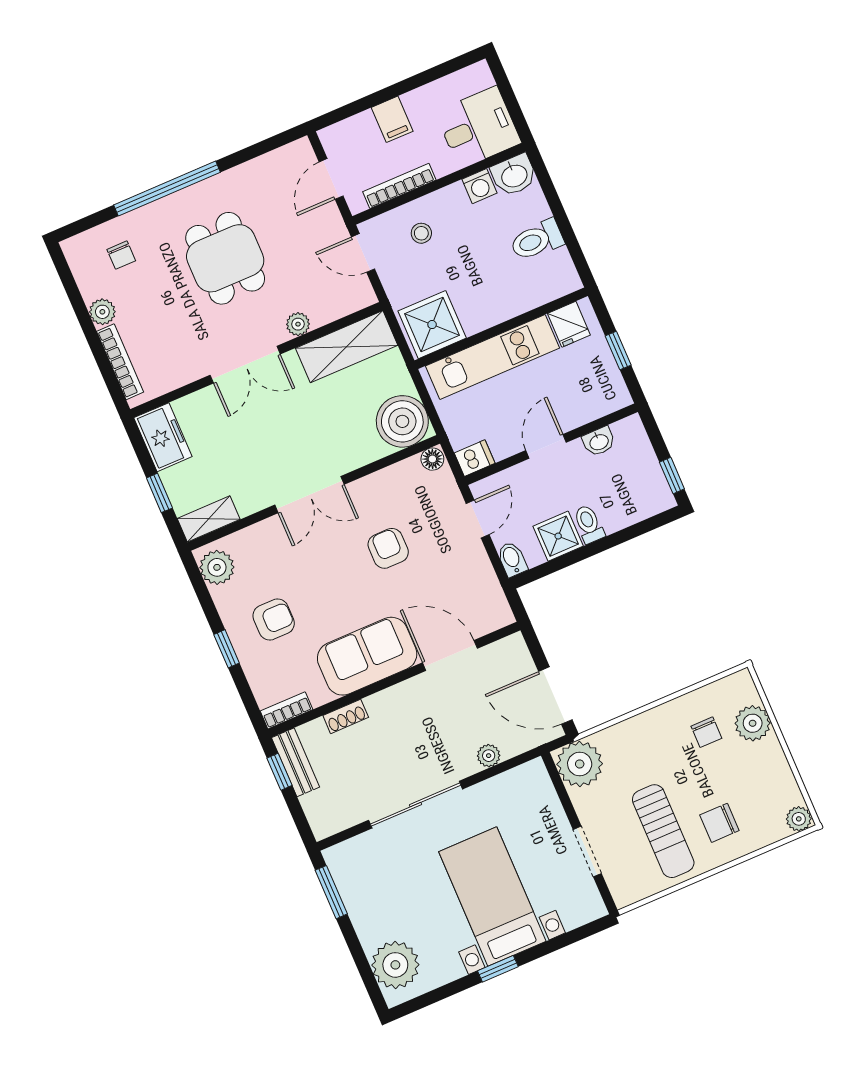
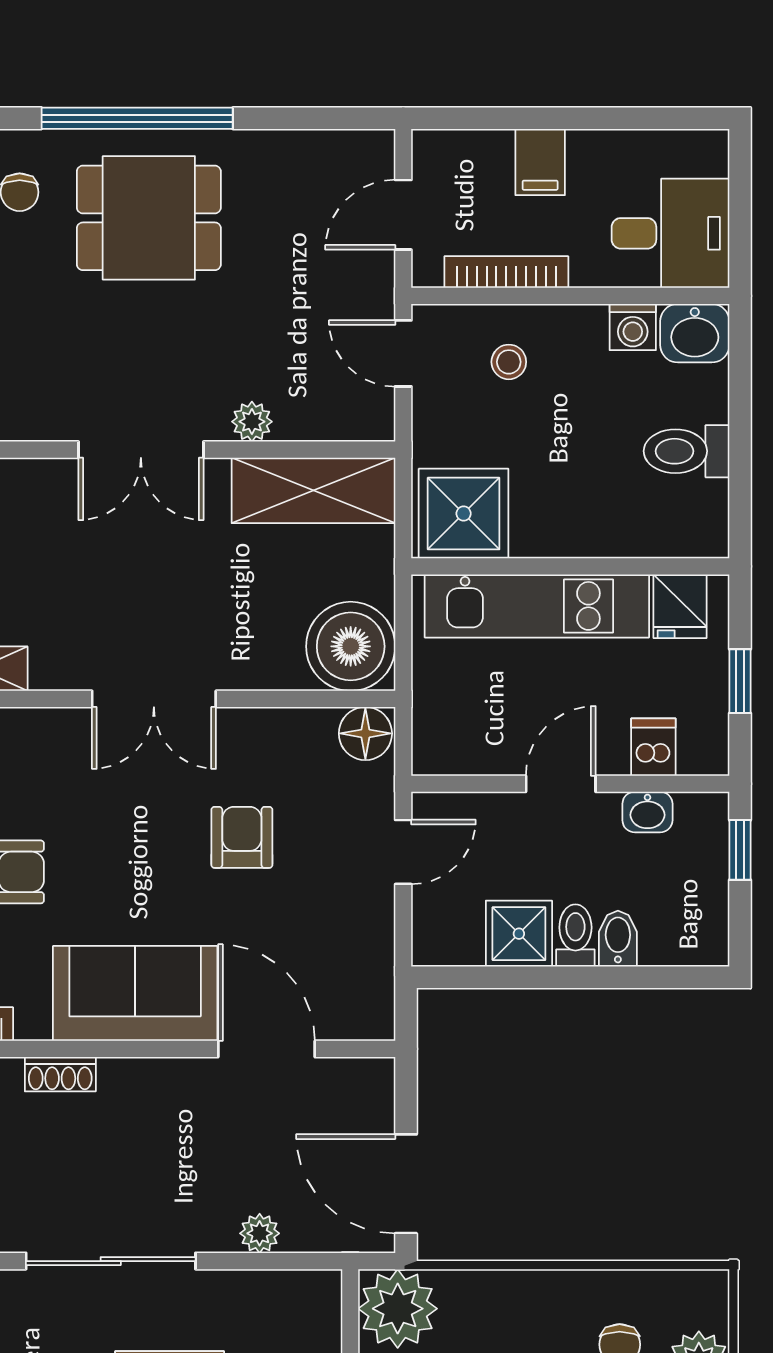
dining table: (225, 258) -> (149, 218), moved, turned 90
dishwasher: (475, 458) -> (653, 747), moved, turned -90
floor lamp: (432, 459) -> (365, 733), width x1.37, depth x1.37
window: (672, 476) -> (740, 850), moved
bidet: (512, 559) -> (618, 939), moved

